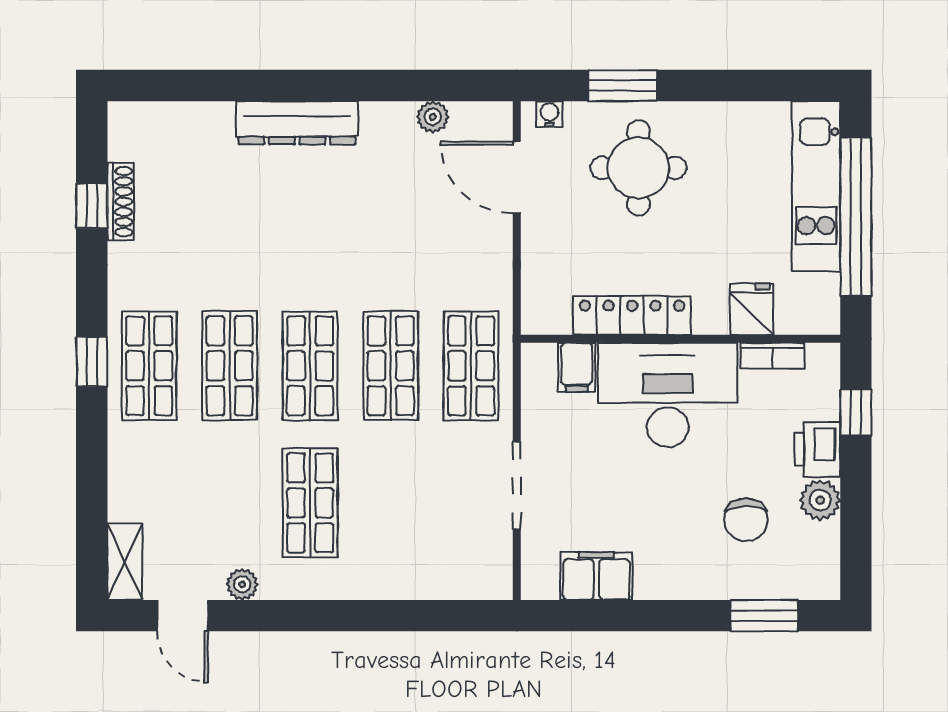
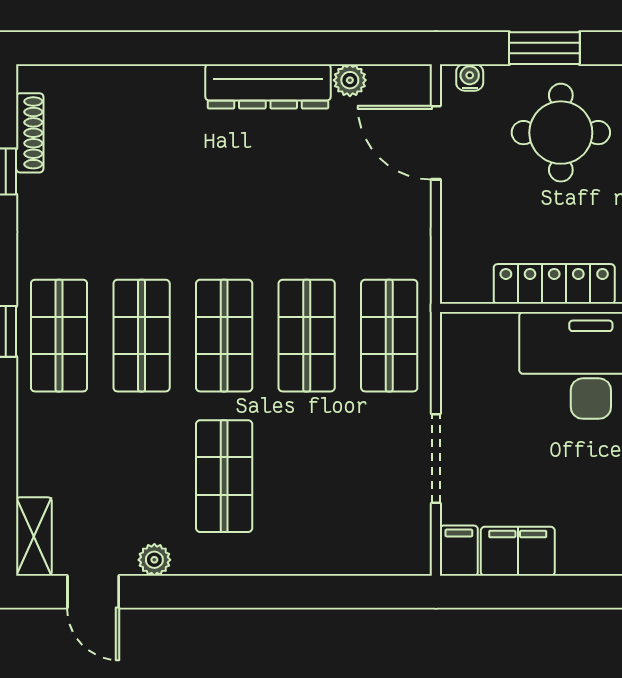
dresser: (297, 123) -> (268, 86), moved
shoe rack: (121, 202) -> (30, 133), moved
filing cabinet: (577, 367) -> (459, 551), moved, turned 180

